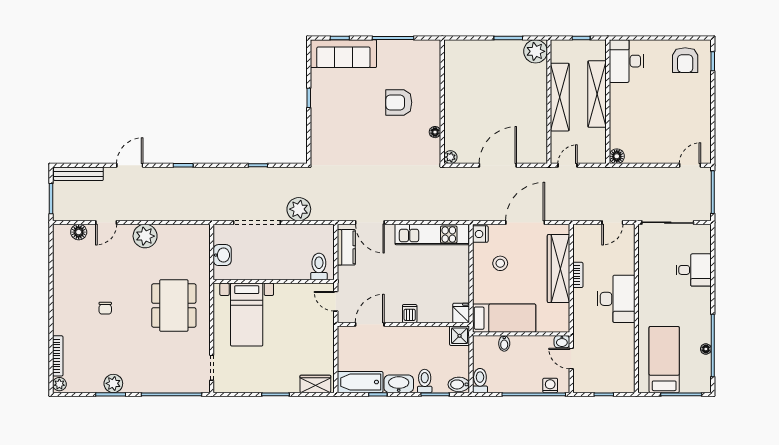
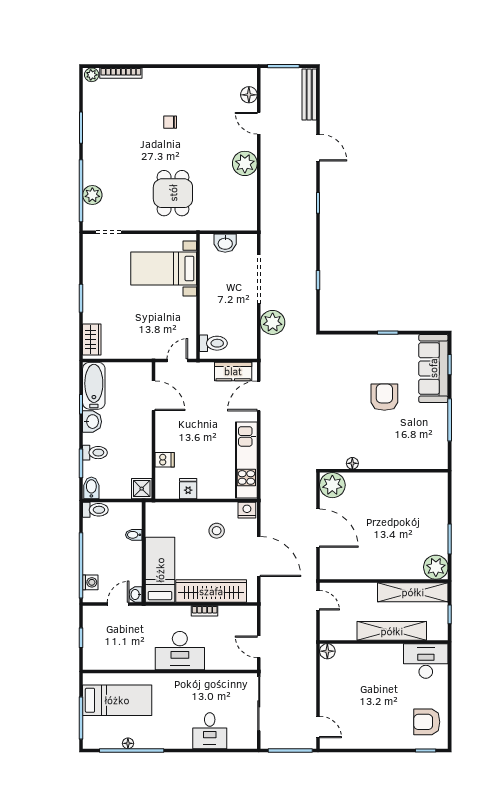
shelving: (560, 97) -> (413, 592), moved
armchair: (399, 102) -> (384, 397), moved
plant: (450, 157) -> (332, 485), width x1.88, depth x1.88
dining table: (174, 305) -> (173, 193), width x0.73
fridge: (461, 313) -> (188, 489), moved, turned -90
dishwasher: (410, 314) -> (165, 460), moved
bed: (504, 318) -> (160, 570), moved, turned 180
plant: (113, 383) -> (92, 195), moved
washbasin: (399, 384) -> (92, 422), width x0.72

